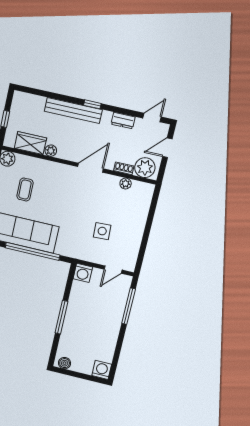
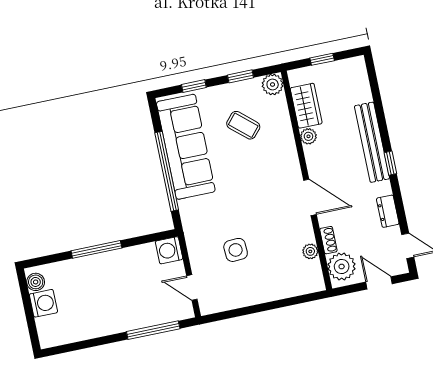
coffee table: (25, 189) -> (243, 125), turned 41
washing machine: (102, 370) -> (43, 303), moved

